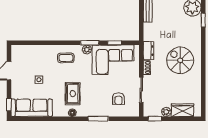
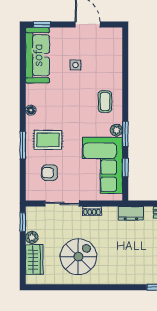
dresser: (148, 51) -> (131, 213), moved
spiral stairs: (180, 60) -> (78, 257), moved
rug: (73, 94) -> (48, 140), moved

